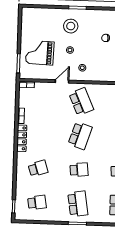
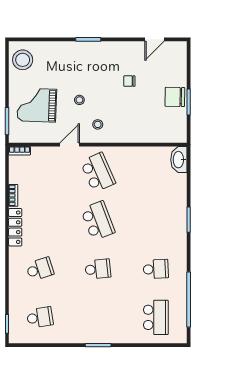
stool: (71, 26) -> (23, 60), moved
school desk: (80, 136) -> (98, 221), turned -39
school desk: (78, 204) -> (98, 317), removed

